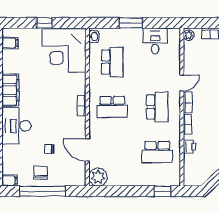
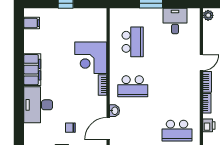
washbasin: (94, 36) -> (115, 111), moved
corner desk: (64, 50) -> (91, 58), moved, width x0.74, depth x0.74
school desk: (157, 107) -> (177, 86), removed
door: (87, 150) -> (108, 129), hinge flipped

